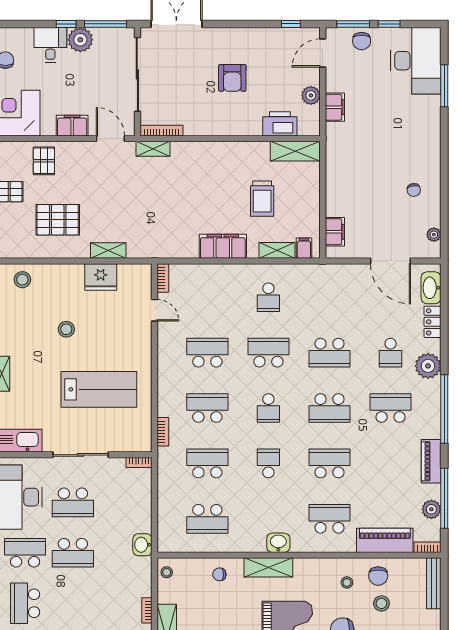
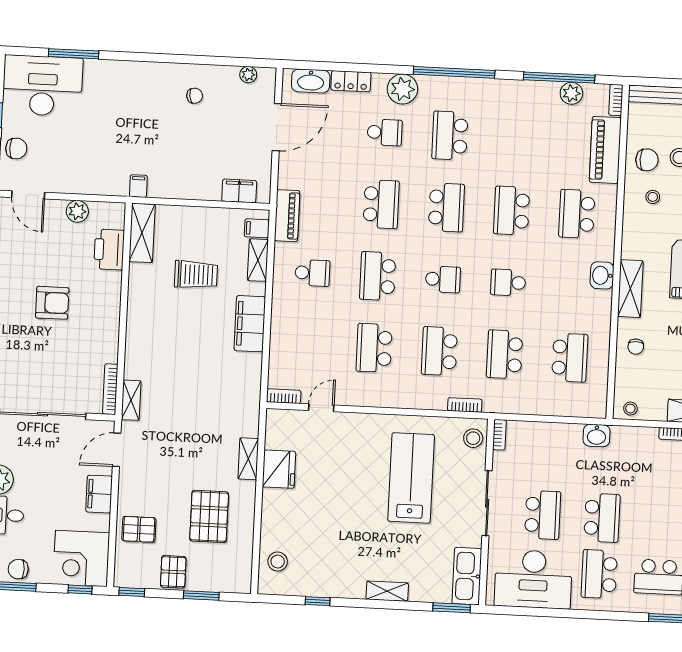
filing cabinet: (335, 107) -> (138, 186), moved, width x0.50
stool: (66, 329) -> (473, 438), moved
piano: (431, 461) -> (287, 216), moved, turned -90

